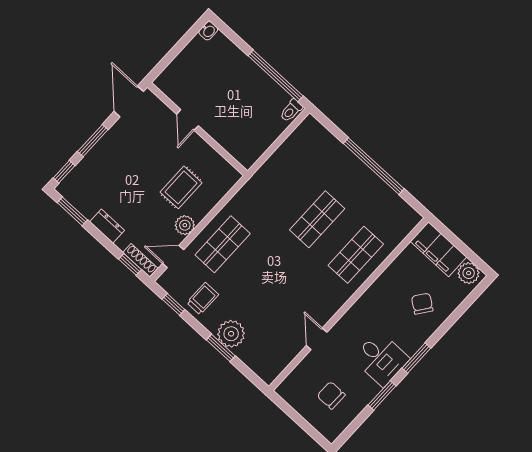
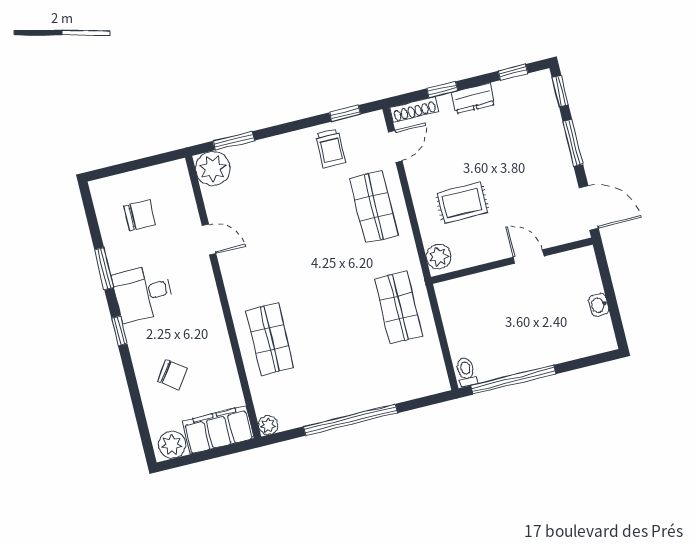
washbasin: (208, 31) -> (599, 305), moved
rug: (181, 187) -> (462, 203), turned 90
window: (72, 211) -> (513, 72), width x0.67
plant: (413, 218) -> (268, 425), added
shop shelf: (317, 219) -> (398, 308), moved
plant: (185, 225) -> (439, 257), moved
window: (130, 264) -> (442, 89), moved
plant: (231, 334) -> (213, 168), moved
window: (221, 348) -> (234, 141), moved
window: (416, 358) -> (119, 331), width x0.67

